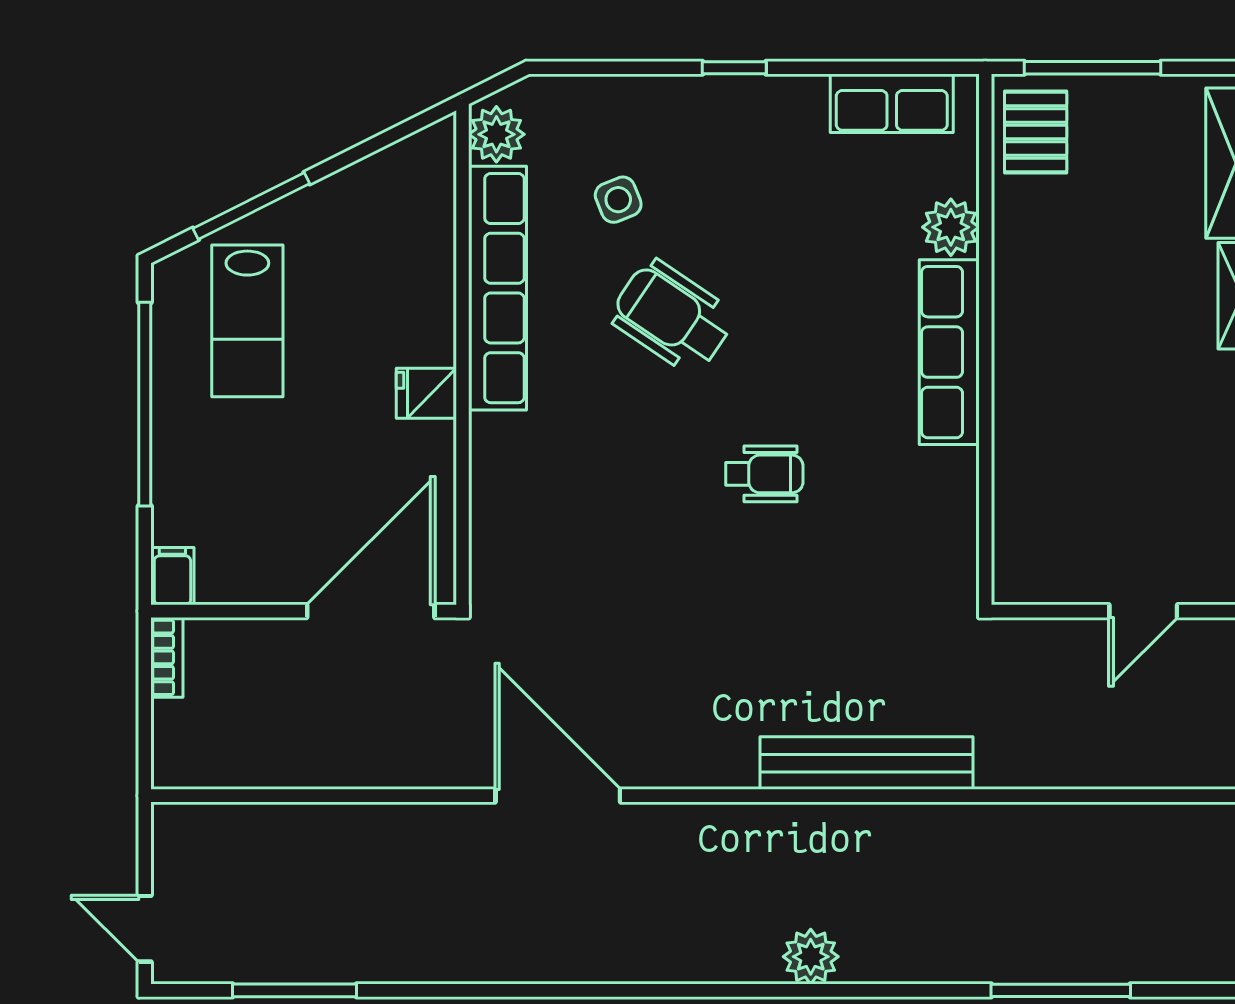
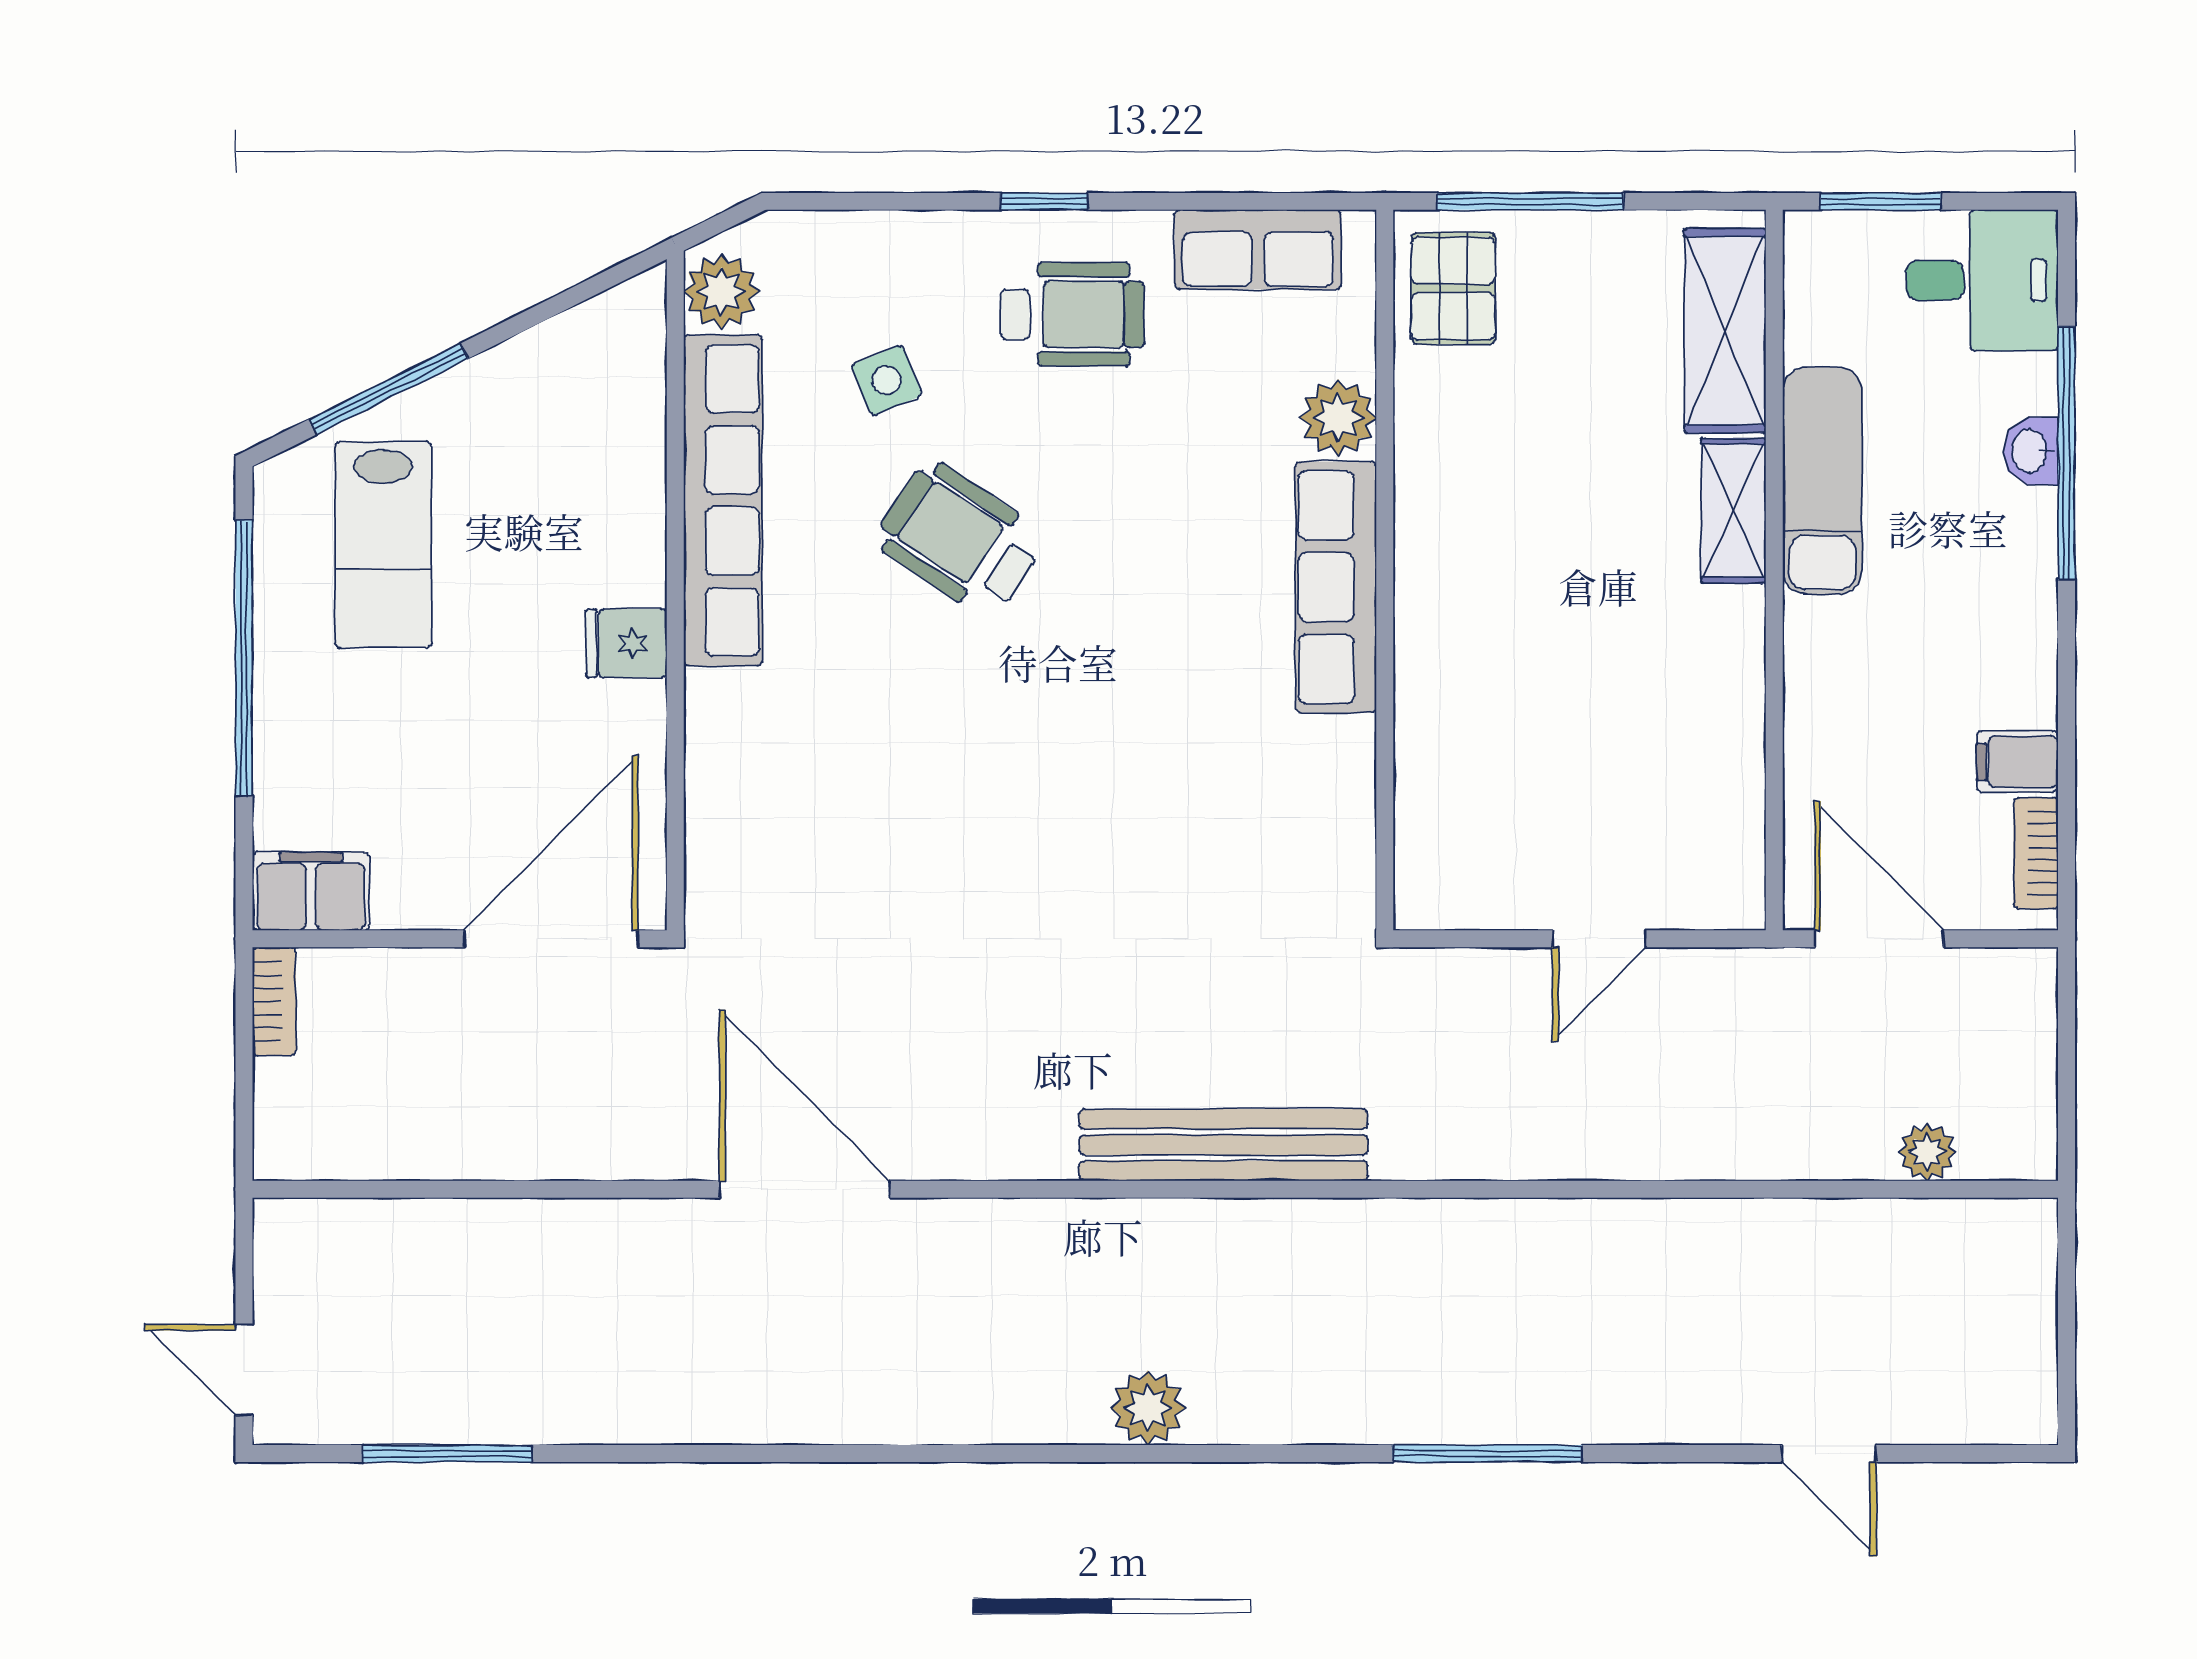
wheelchair: (764, 474) -> (1072, 314), moved, width x1.36, depth x1.37
filing cabinet: (172, 576) -> (311, 891), width x2.00

